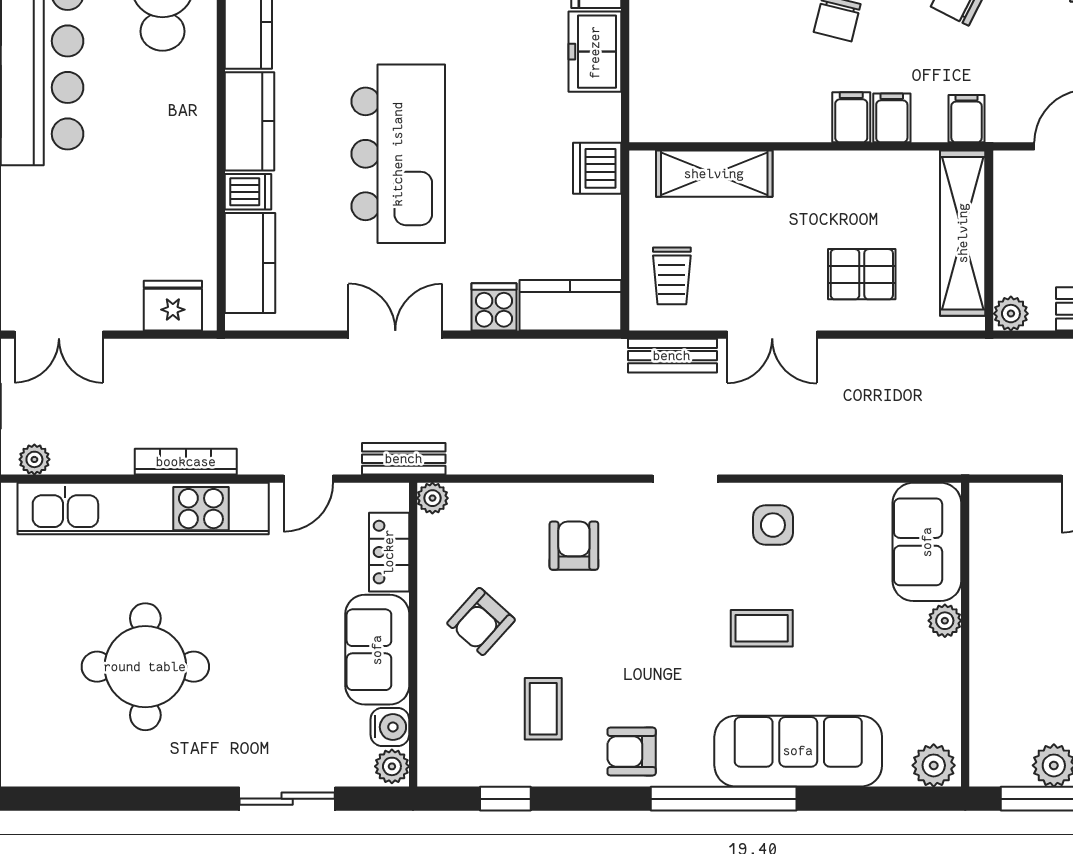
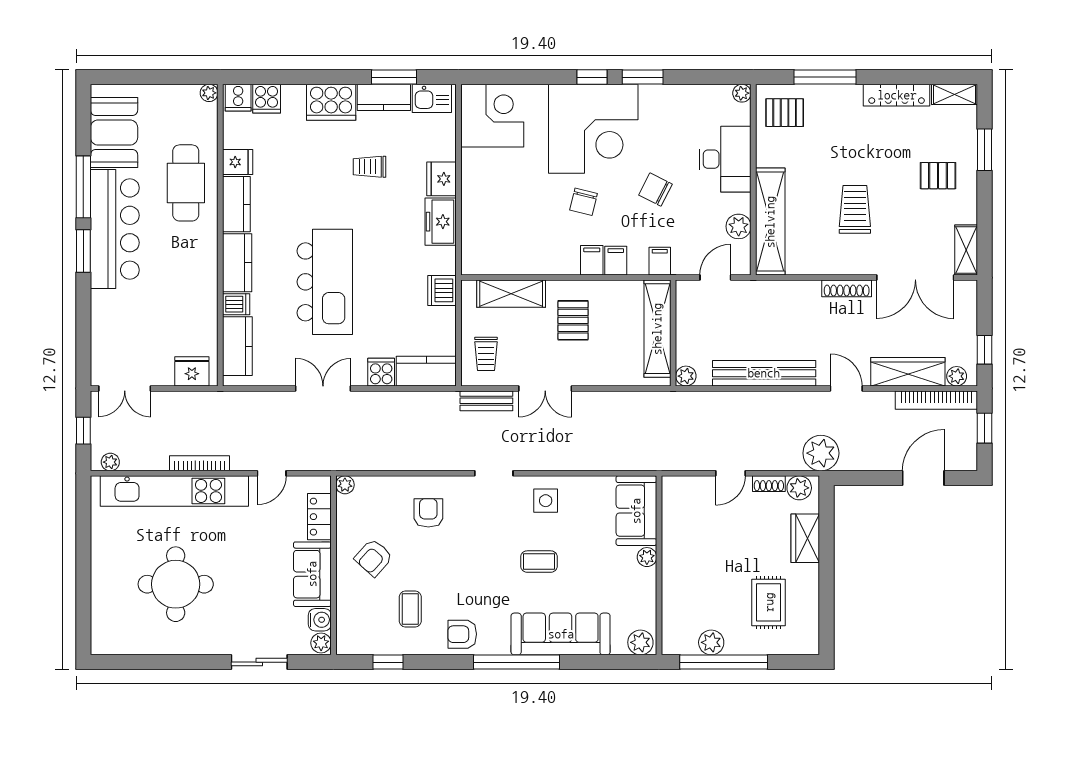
pallet: (862, 274) -> (573, 320), moved, turned 90
bench: (404, 459) -> (328, 462), removed

